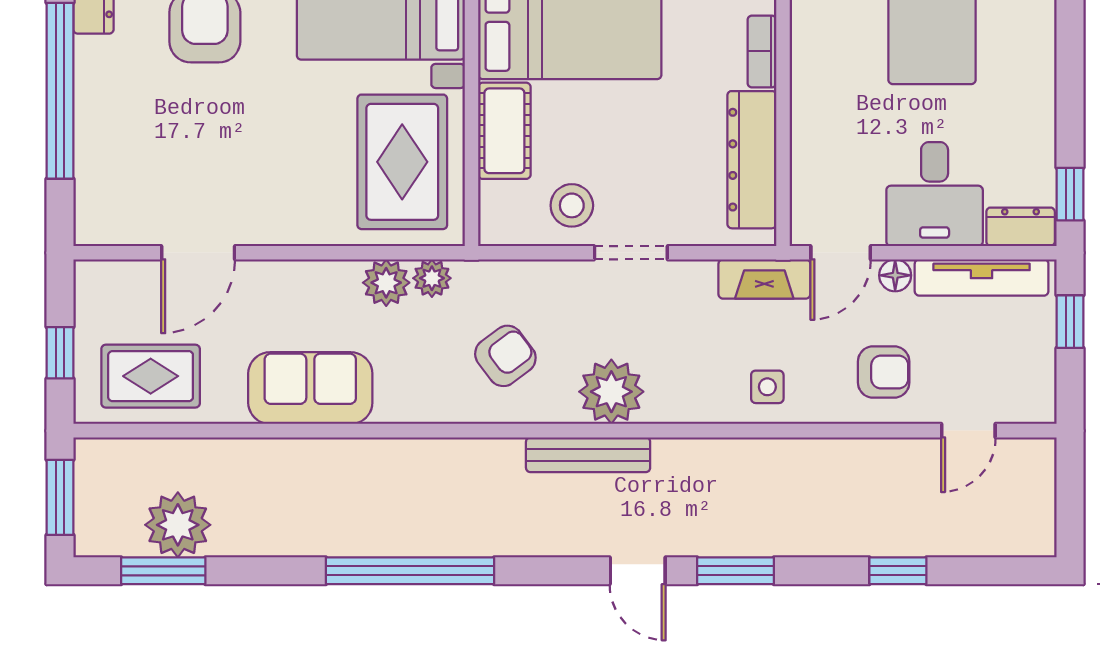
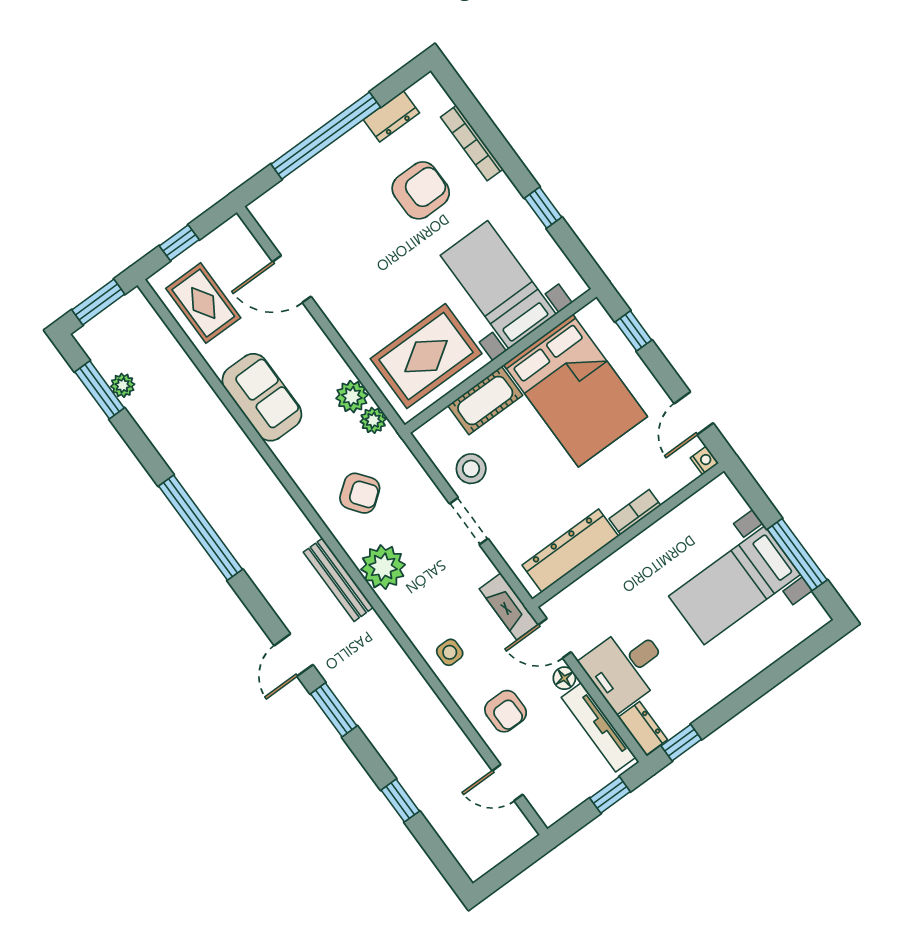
plant: (178, 525) -> (123, 385), width x0.53, depth x0.53

